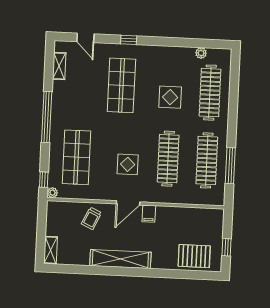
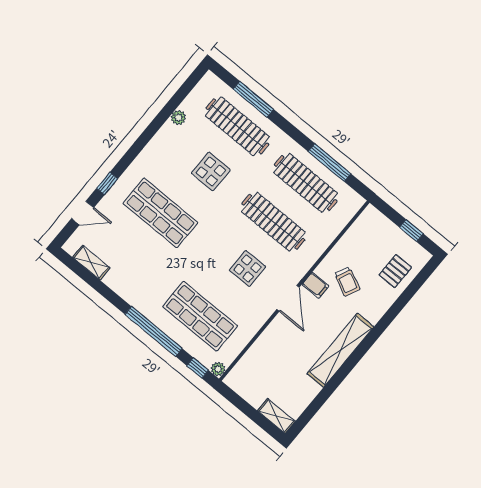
window: (129, 40) -> (107, 183), moved
plant: (201, 53) -> (178, 118), moved
window: (234, 90) -> (253, 99), added
window: (47, 117) -> (153, 331), moved
trolley: (91, 218) -> (347, 282), moved
pallet: (194, 256) -> (395, 271), width x0.67, depth x0.71

